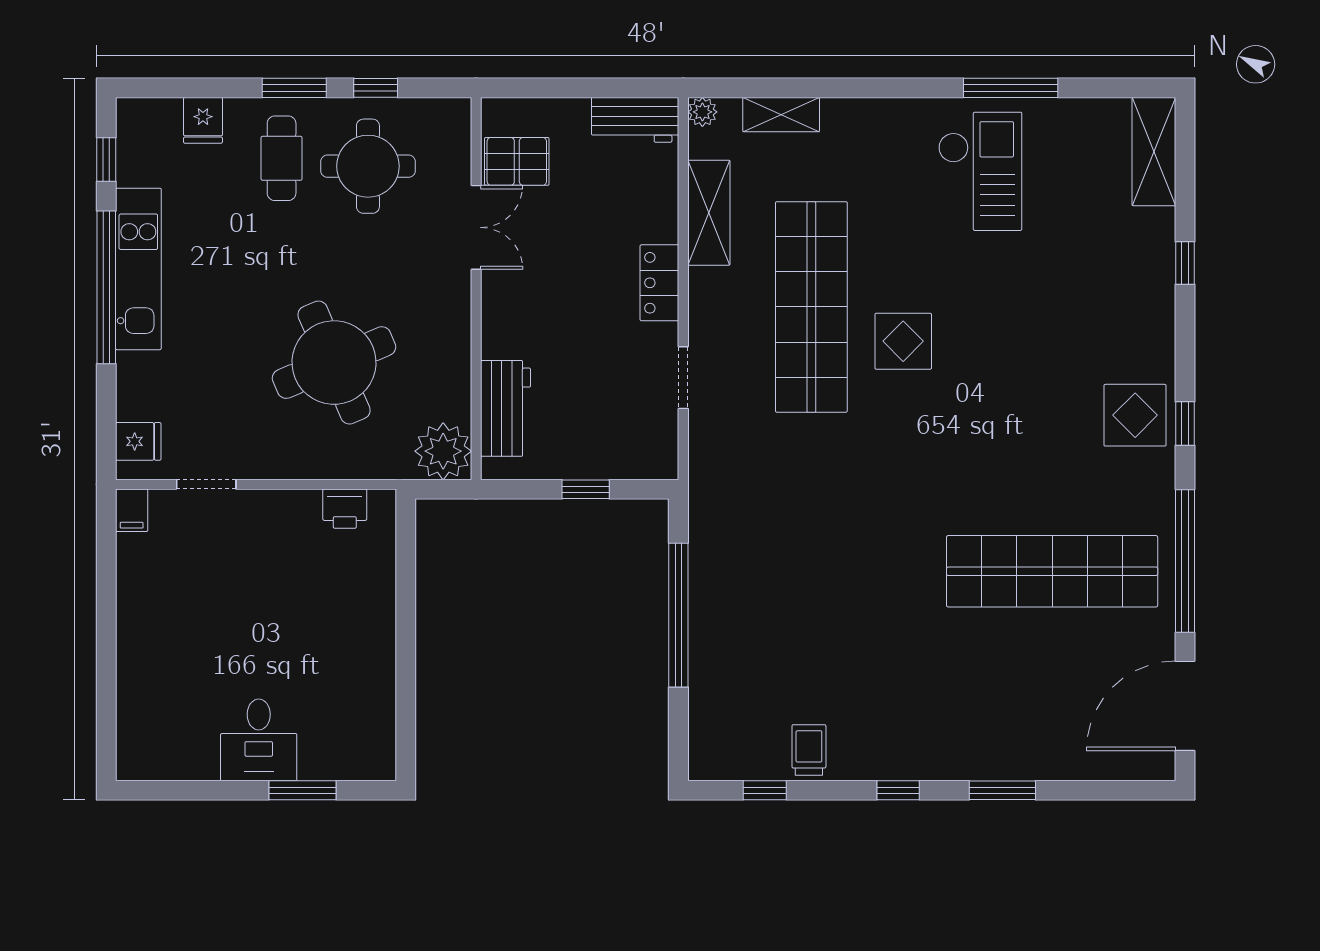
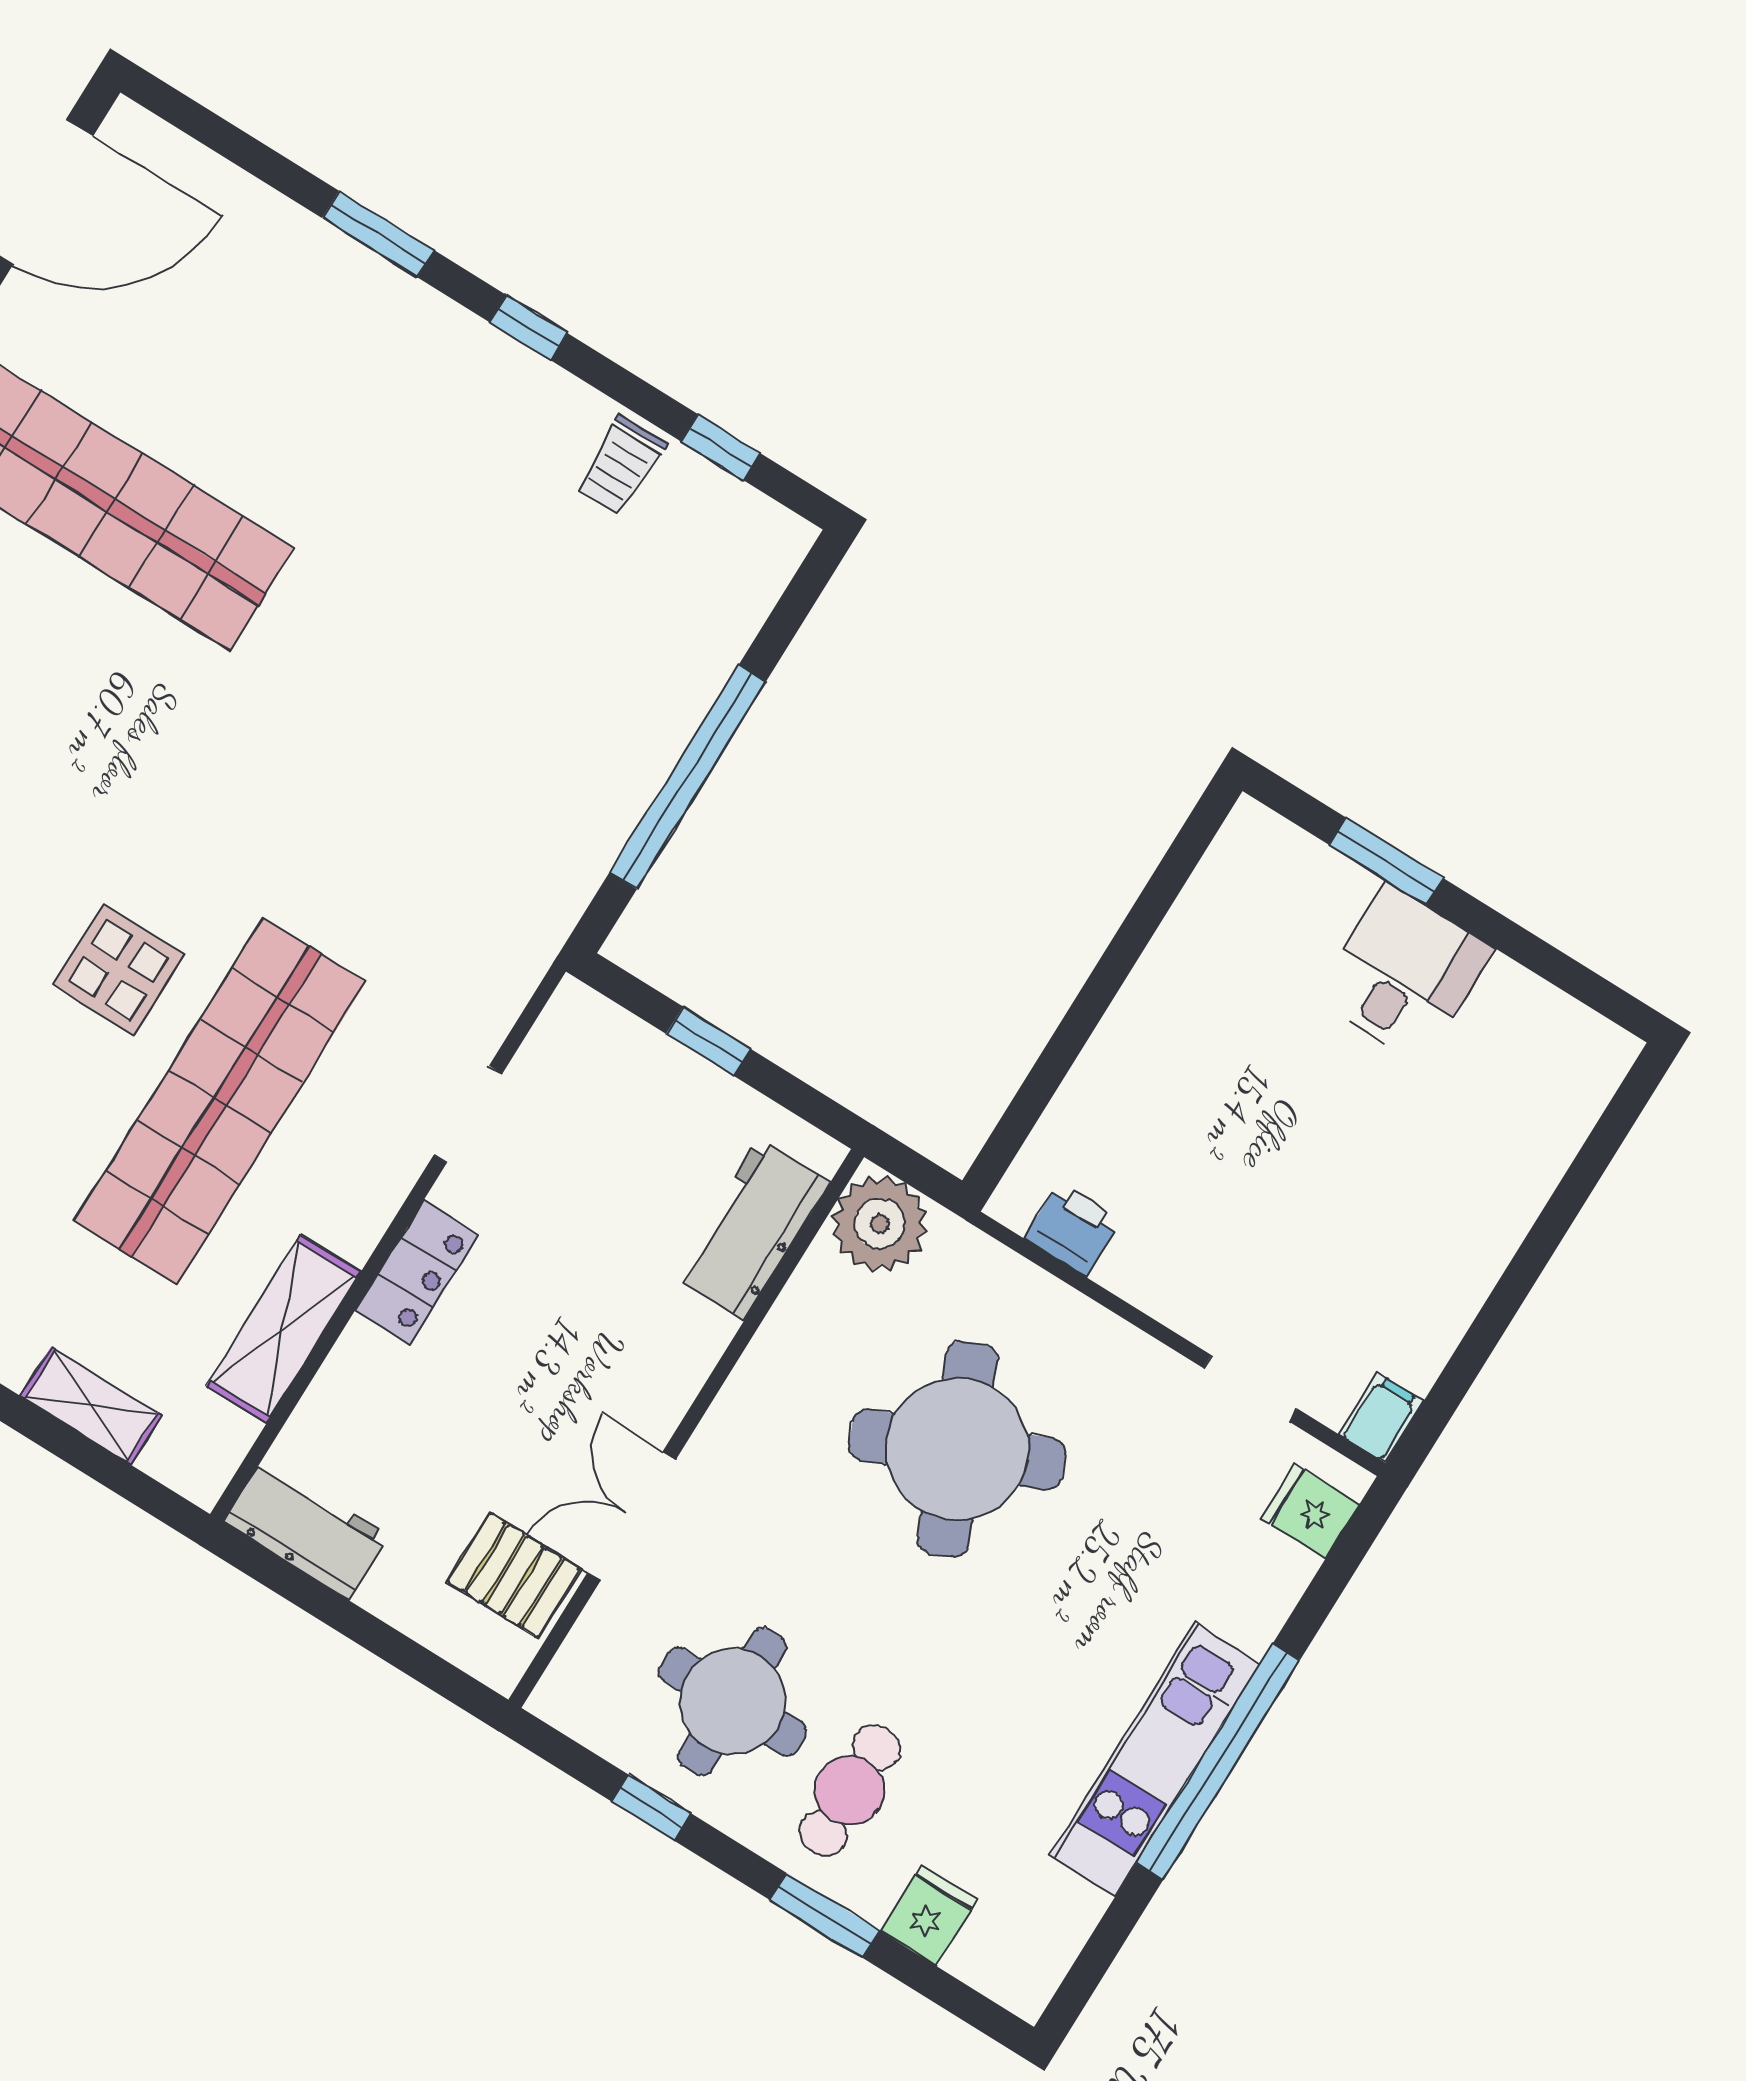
window: (294, 88) -> (825, 1915), moved
plant: (702, 112) -> (202, 1480), removed
window: (106, 160) -> (1103, 1946), removed

